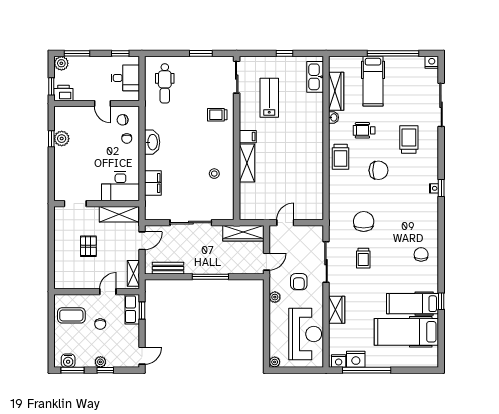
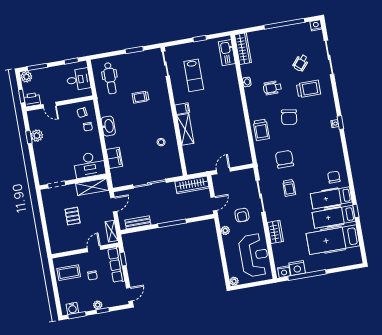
hospital bed: (373, 81) -> (331, 198), moved, turned 90
wardrobe: (336, 91) -> (243, 49), moved
lab bench: (269, 98) -> (194, 75), turned 180
door: (102, 104) -> (50, 105), moved
wheelchair: (405, 105) -> (301, 63), added
trolley: (217, 115) -> (141, 97), moved
trolley: (409, 139) -> (309, 89), turned 90
trolley: (341, 157) -> (261, 130), moved
chair: (379, 170) -> (289, 117), turned 98
row of seats: (132, 309) -> (116, 265), width x1.48

